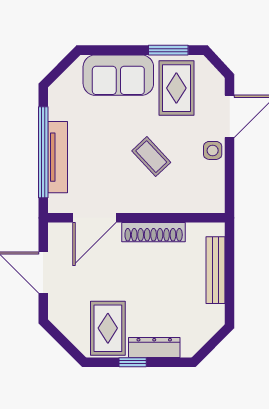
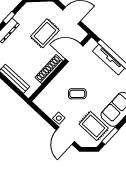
door: (95, 218) -> (74, 53), hinge flipped
rug: (108, 328) -> (45, 33), moved, turned 90

